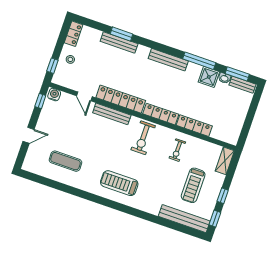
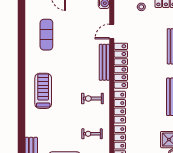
exercise bike: (143, 138) -> (92, 98), width x0.73, depth x0.72

